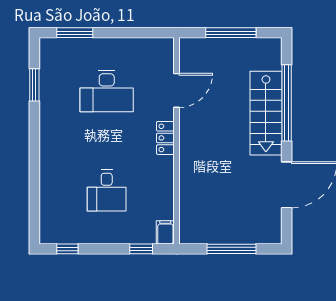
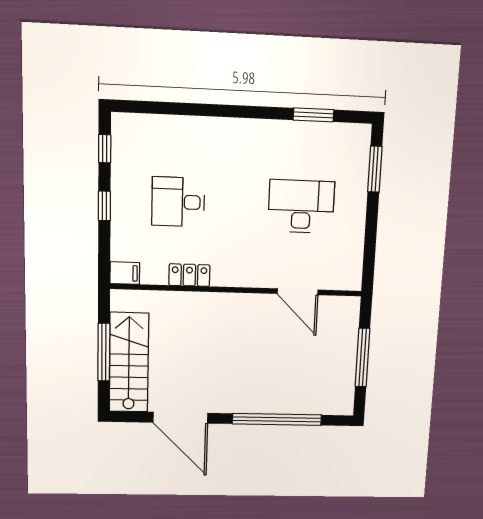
desk: (107, 91) -> (301, 206), turned 90
stairs: (266, 113) -> (129, 363), moved, turned 90
locker: (165, 138) -> (189, 275), moved
window: (141, 249) -> (104, 206), moved

